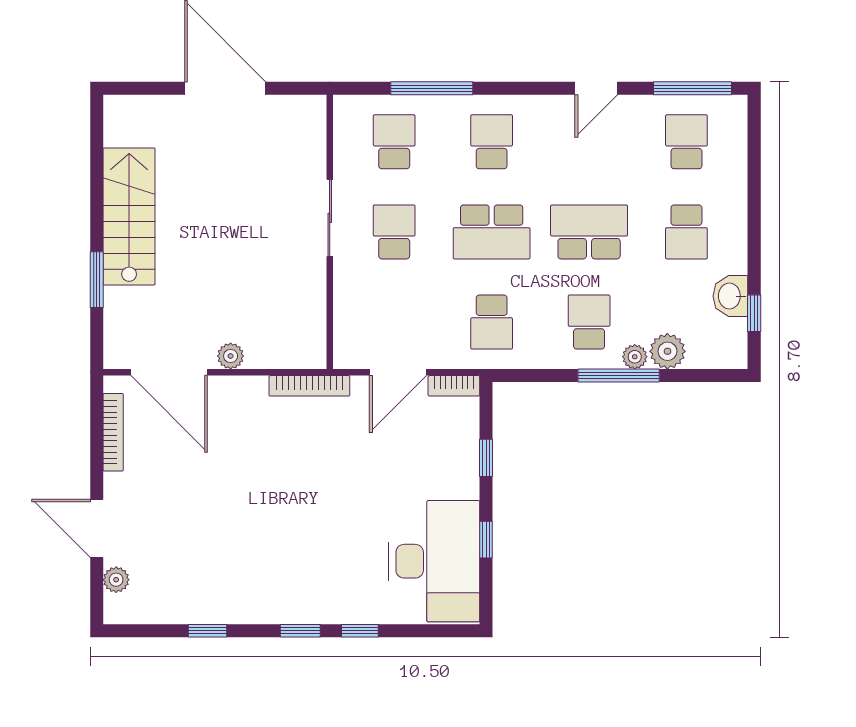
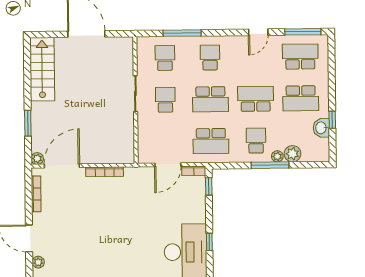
school desk: (686, 142) -> (300, 57), width x1.85
stairs: (129, 216) -> (42, 69), moved
school desk: (686, 232) -> (301, 98), width x1.85
window: (754, 313) -> (332, 120), moved
school desk: (492, 322) -> (211, 141), width x1.85
plant: (231, 356) -> (37, 159), moved
door: (169, 372) -> (62, 166), swing flipped
bookcase: (309, 386) -> (105, 172), moved
window: (486, 458) -> (209, 186), moved

